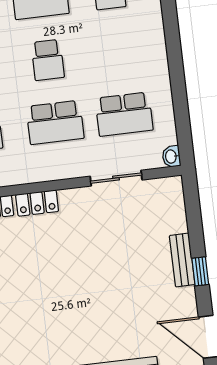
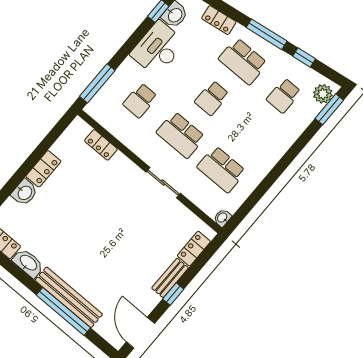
sliding door: (116, 178) -> (163, 183), moved
locker: (37, 203) -> (194, 249), moved, turned 90

